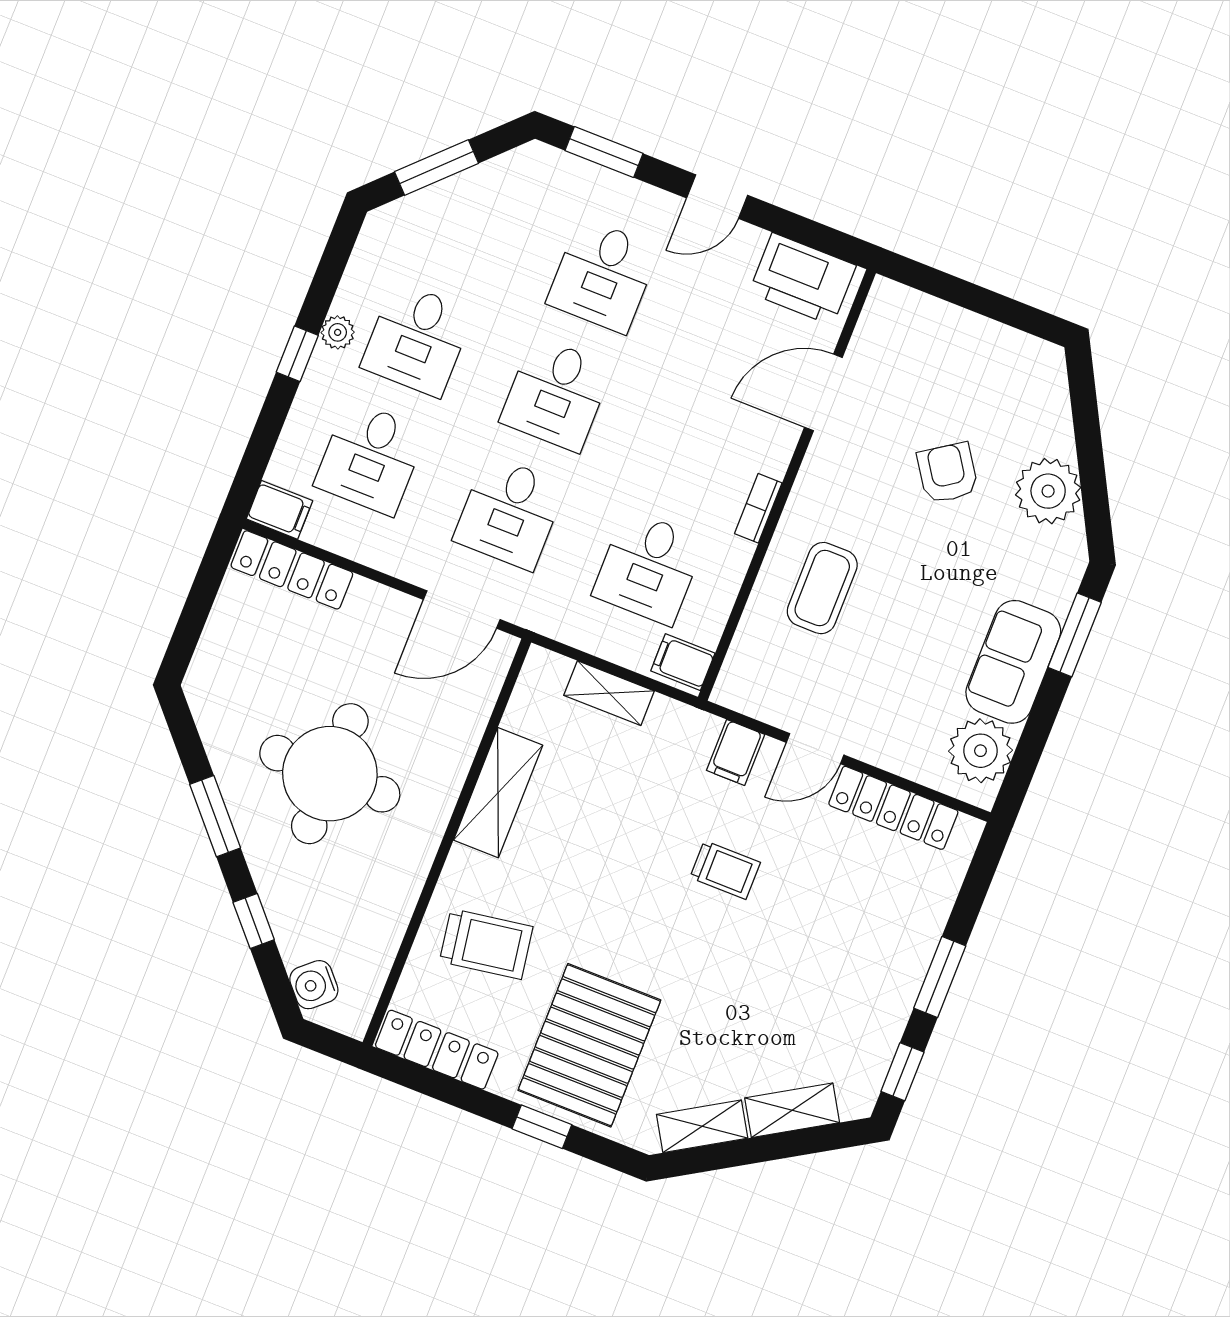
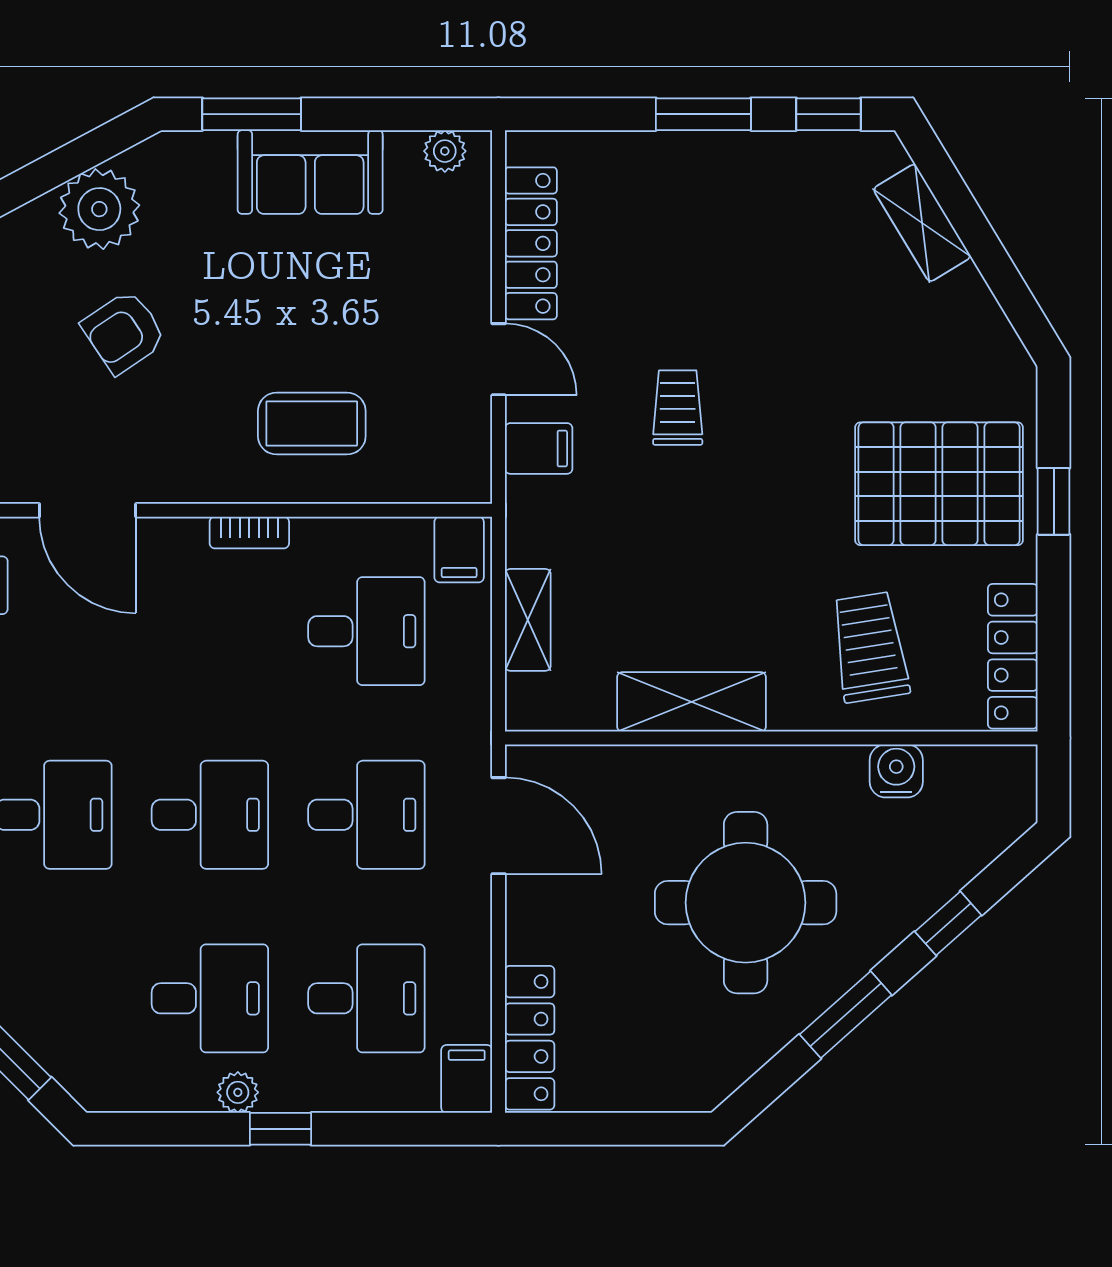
plant: (980, 751) -> (445, 151), width x0.53, depth x0.53
water cooler: (314, 985) -> (896, 771), moved, turned -138
shelving: (702, 1126) -> (981, 318), removed

